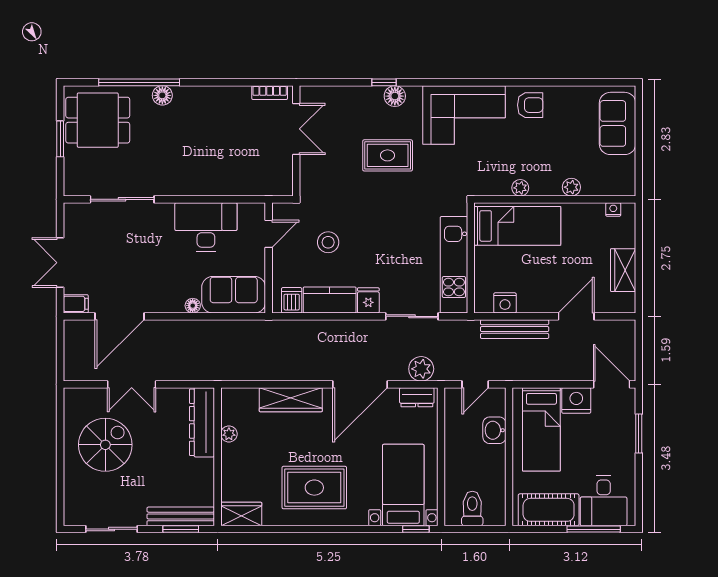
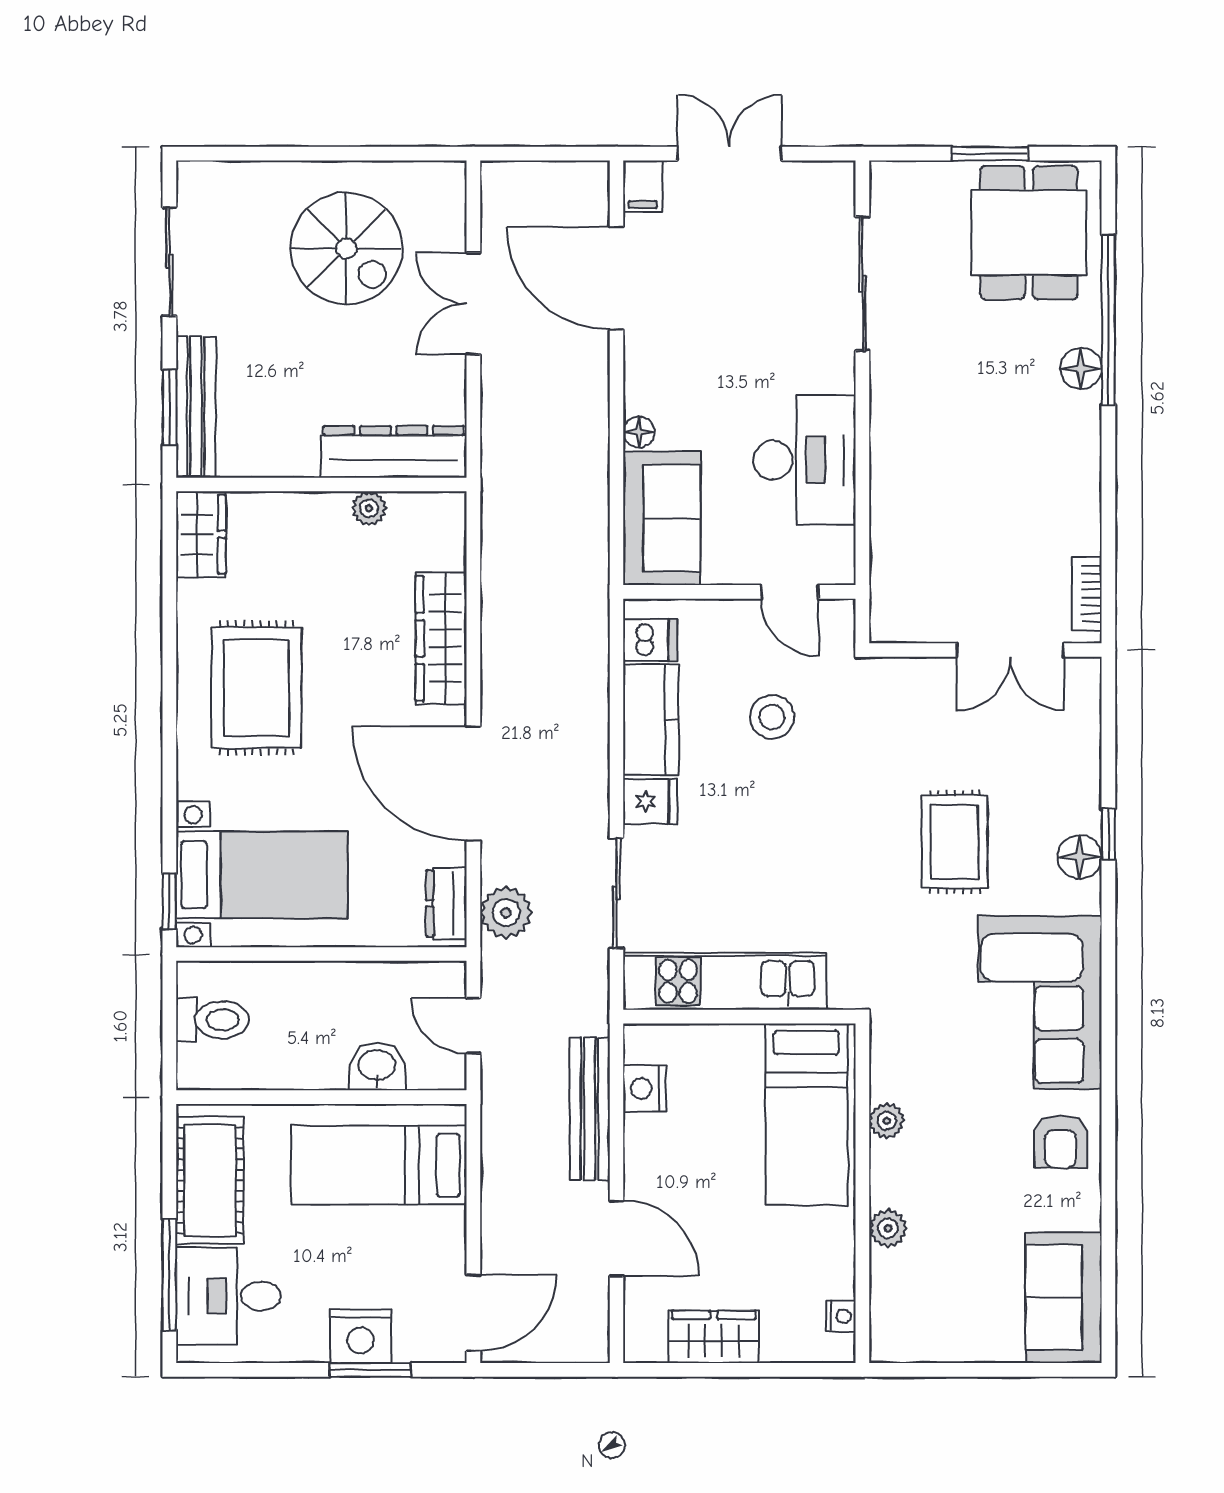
sofa: (618, 123) -> (1064, 1297), moved, turned -90
nightstand: (576, 400) -> (361, 1336), moved, turned 90

